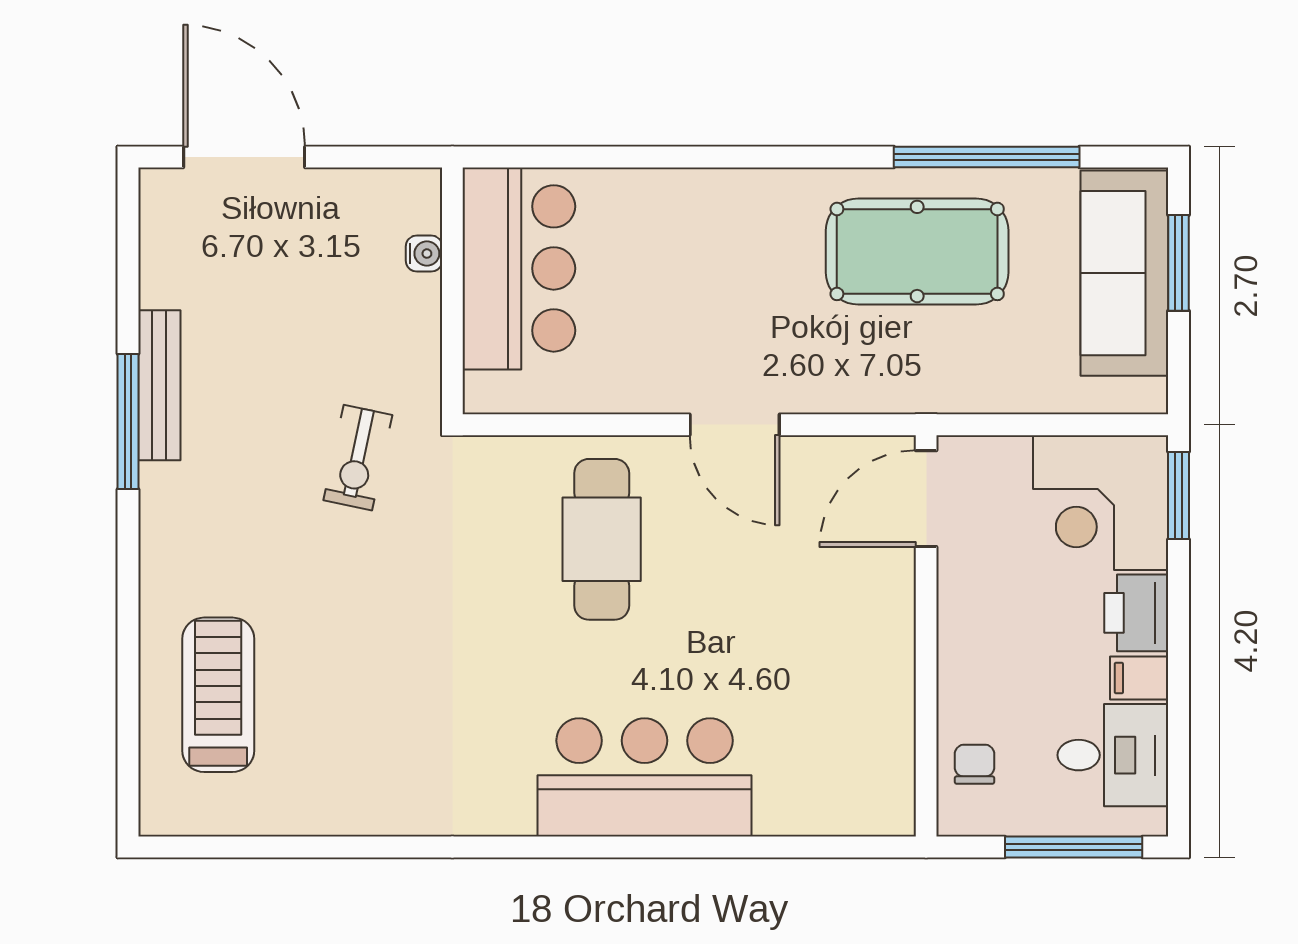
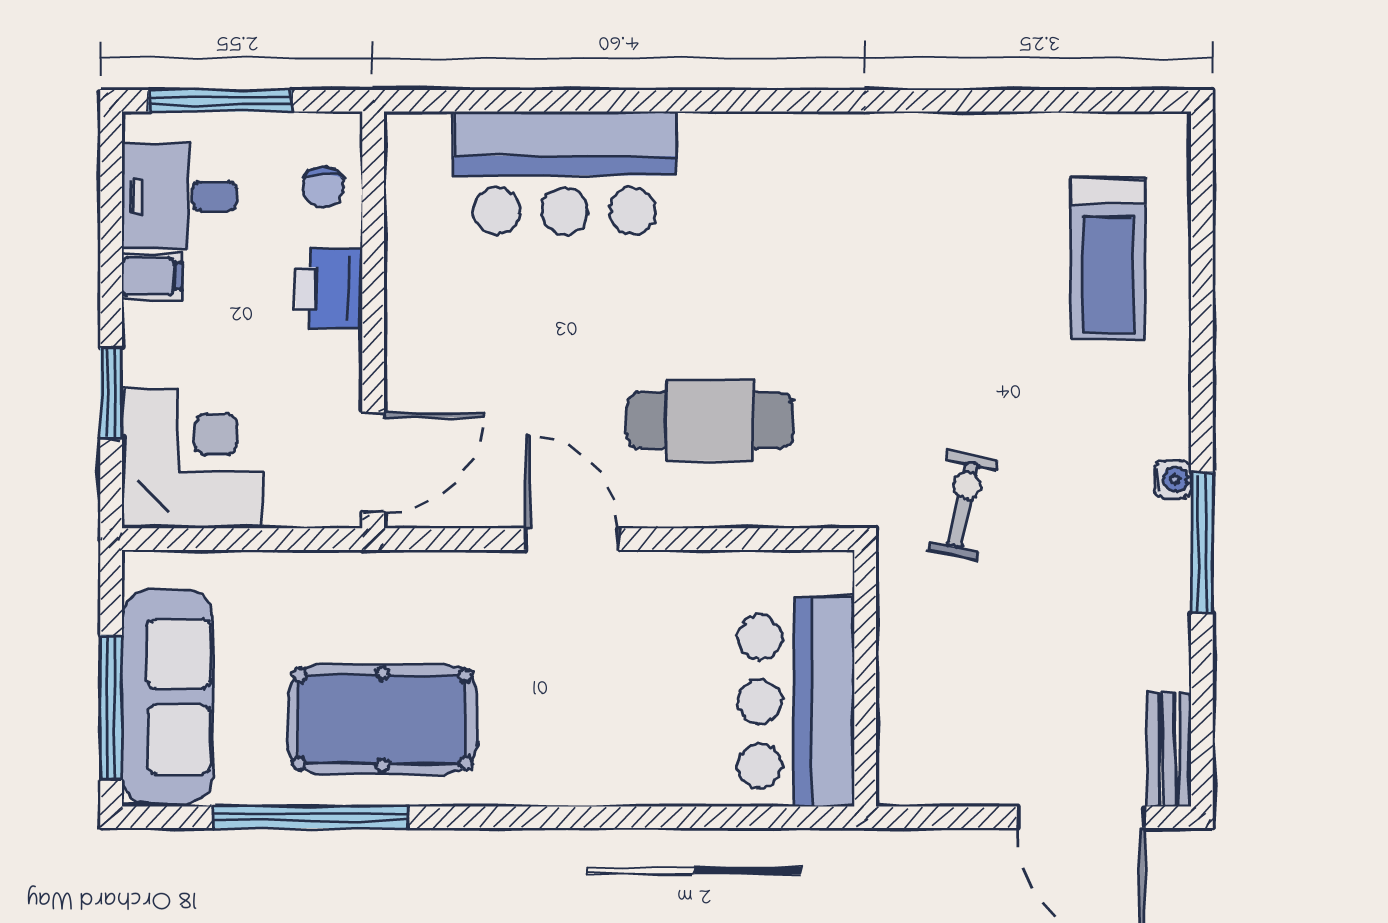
water cooler: (424, 254) -> (1172, 479), moved, turned 180
window: (1178, 263) -> (111, 707), width x1.44
bench: (159, 385) -> (1169, 749), moved, width x0.73
window: (1178, 495) -> (111, 393), moved
cafe table: (602, 539) -> (710, 420), turned 90
printer: (1136, 613) -> (329, 288), moved, turned 180
bar counter: (645, 777) -> (565, 173), moved

